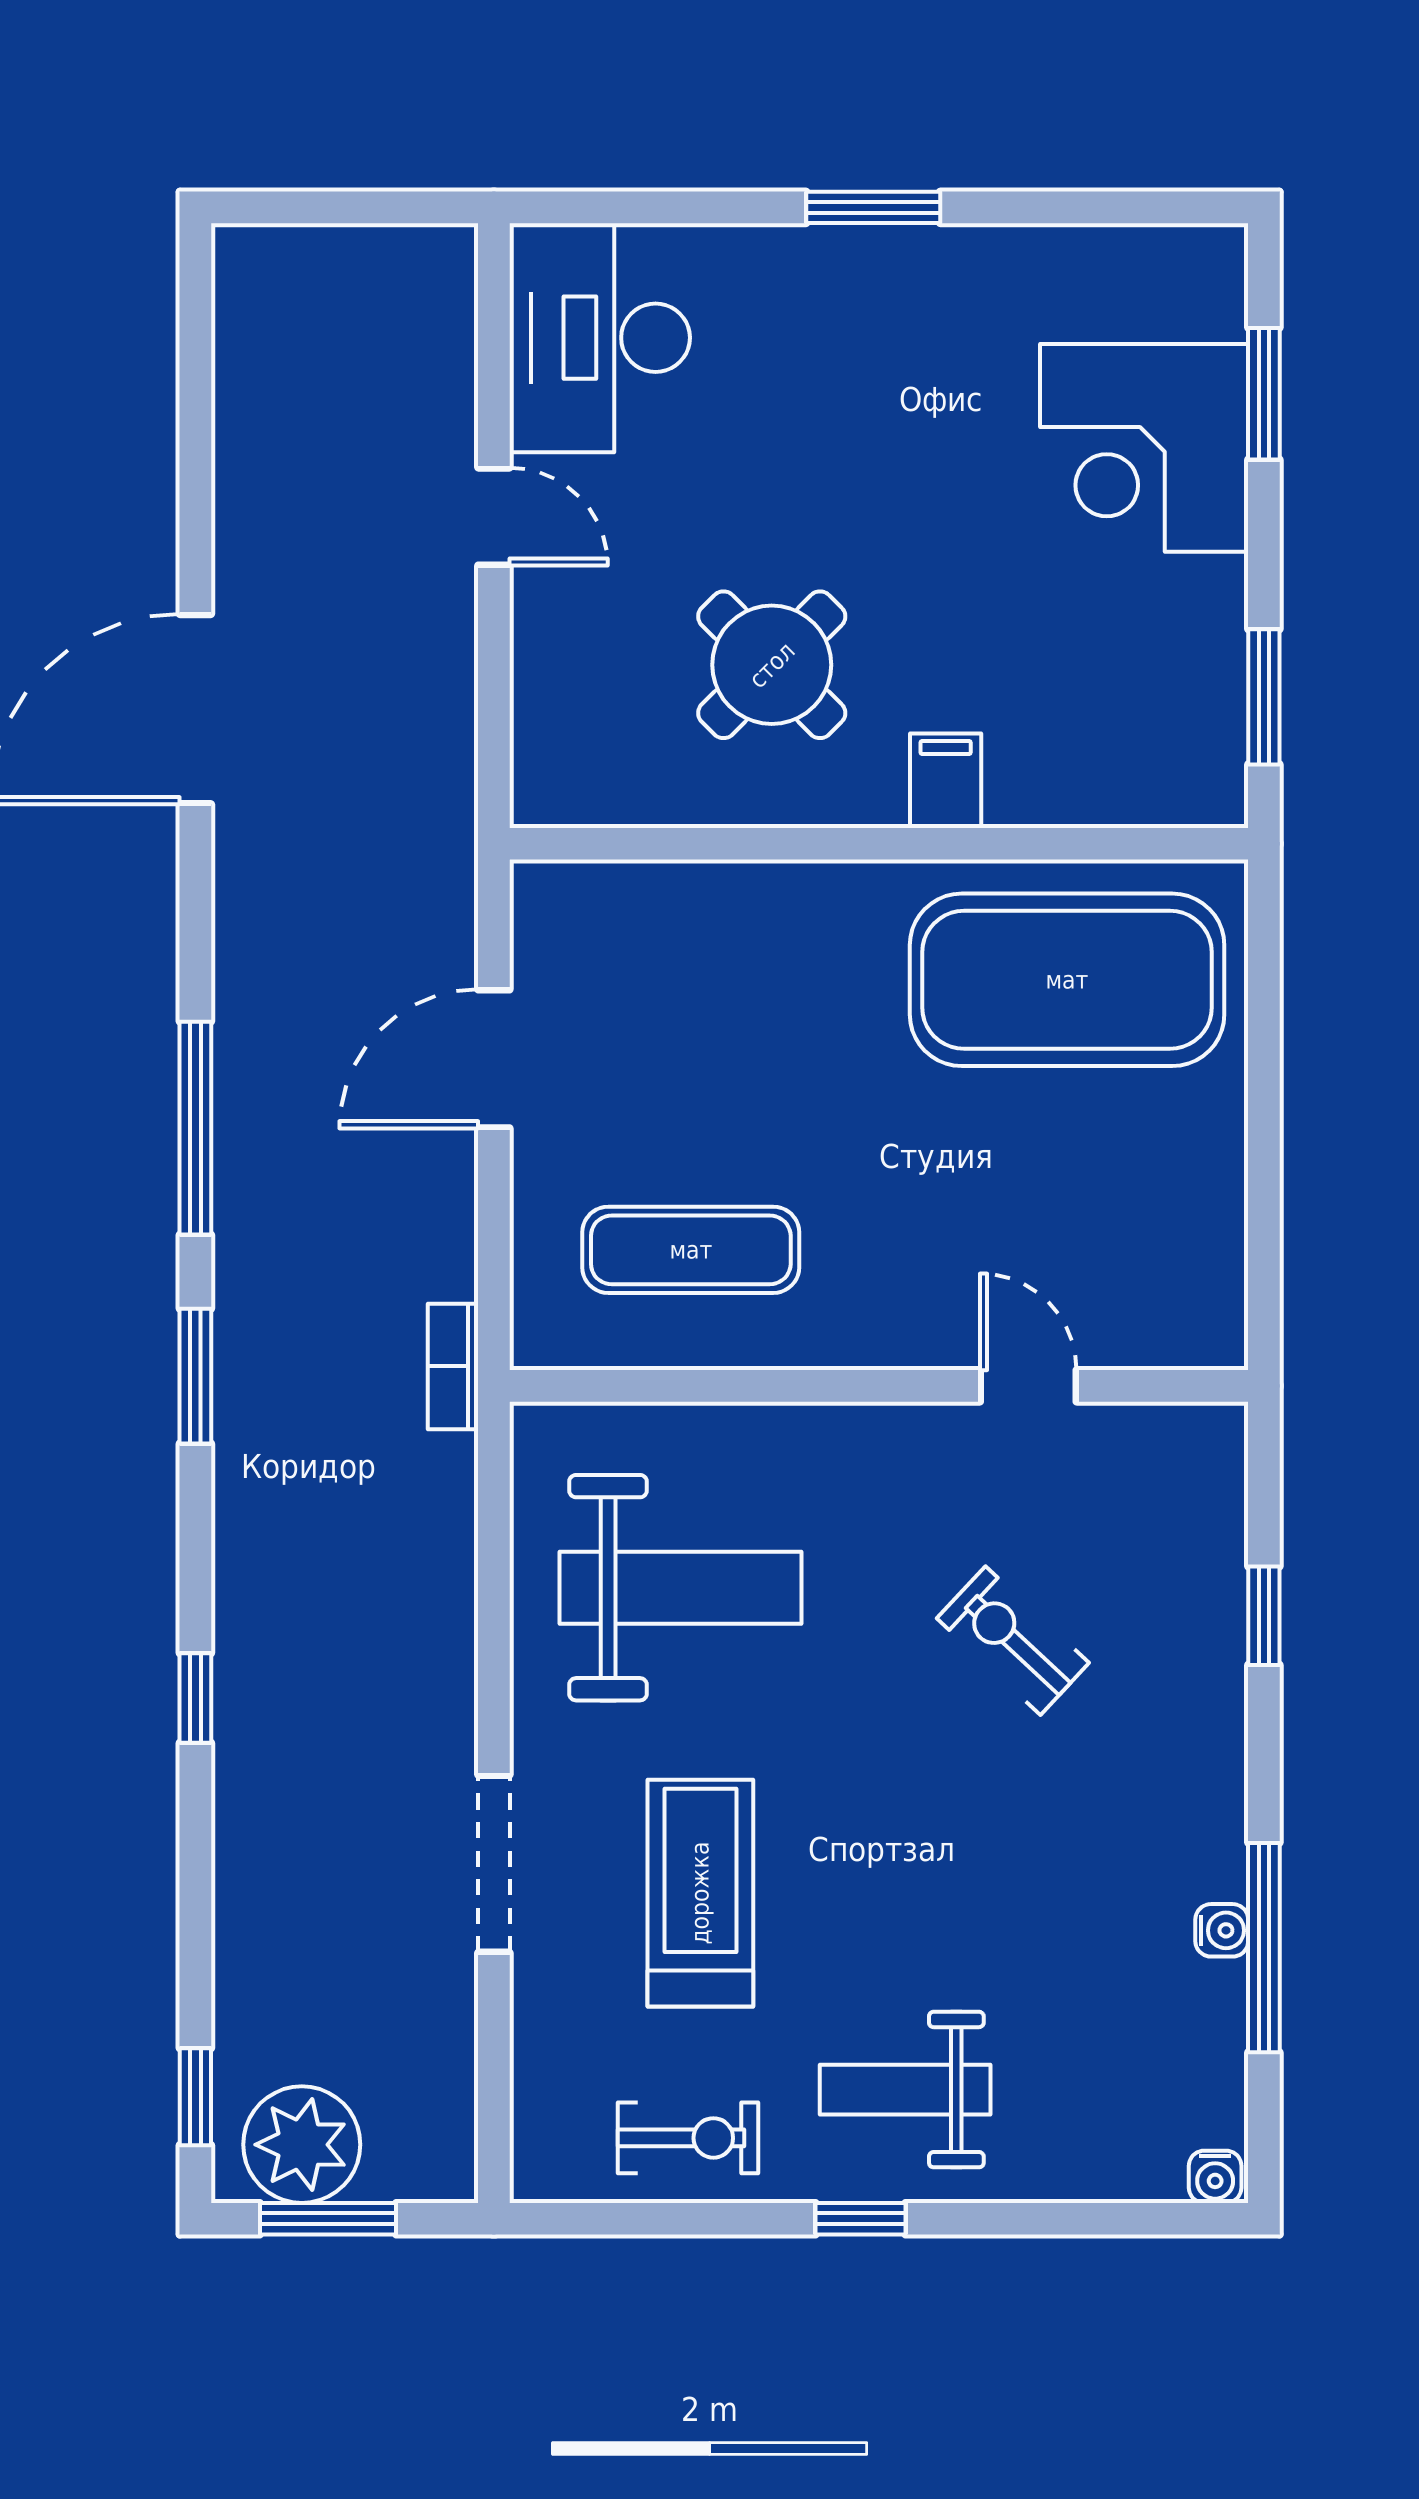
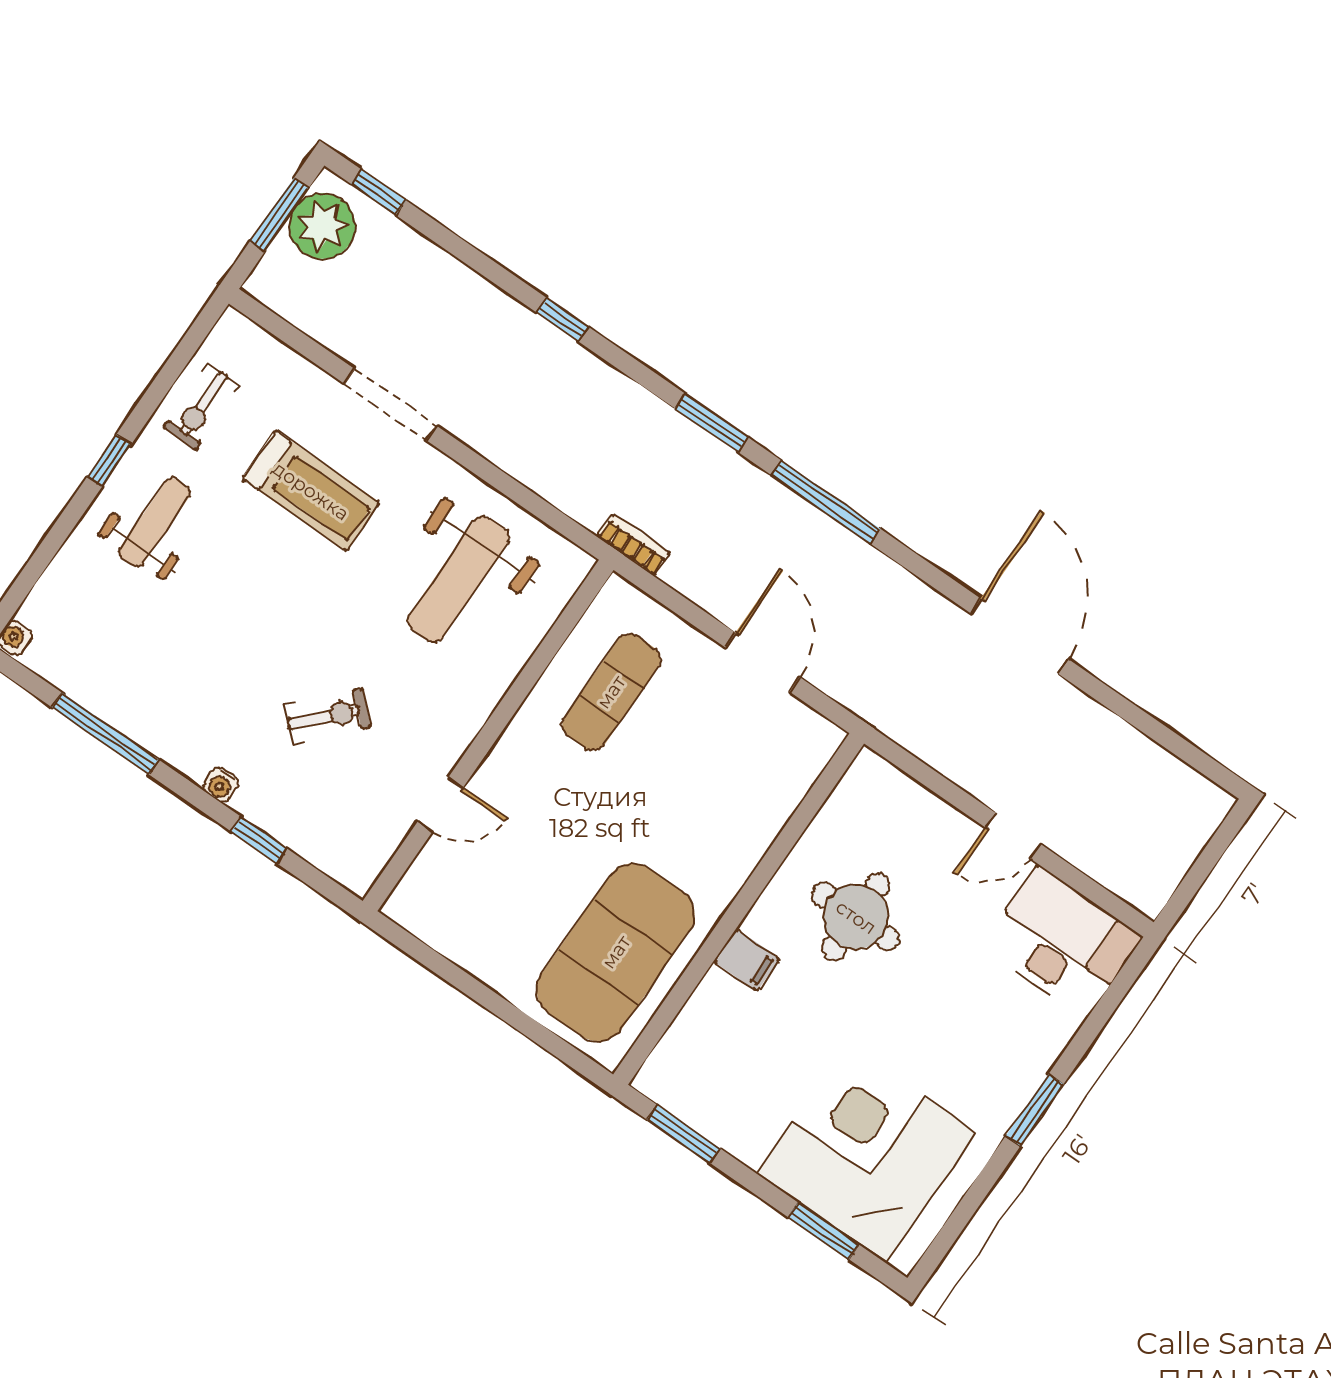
corner desk: (1144, 448) -> (866, 1153), width x1.36, depth x1.36
round table: (772, 665) -> (856, 917), turned 45
water cooler: (1222, 1930) -> (221, 785), moved

